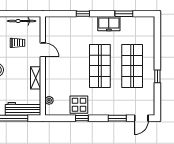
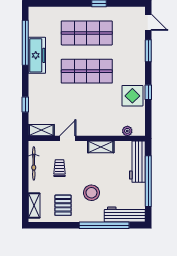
window: (83, 14) -> (25, 105), moved
window: (124, 14) -> (25, 43), width x2.11
freezer: (109, 24) -> (37, 55), width x1.40
shelving: (50, 27) -> (41, 130), added

